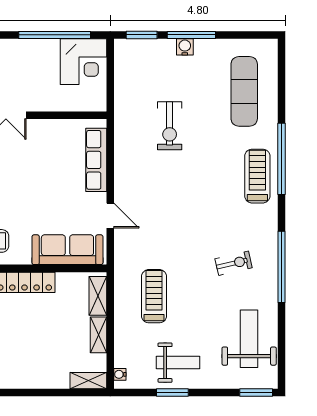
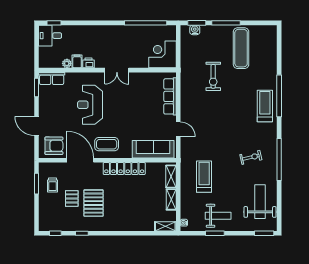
water cooler: (185, 47) -> (195, 30), moved
corner desk: (83, 62) -> (162, 54), moved, turned 180
exercise mat: (244, 91) -> (241, 48), moved

